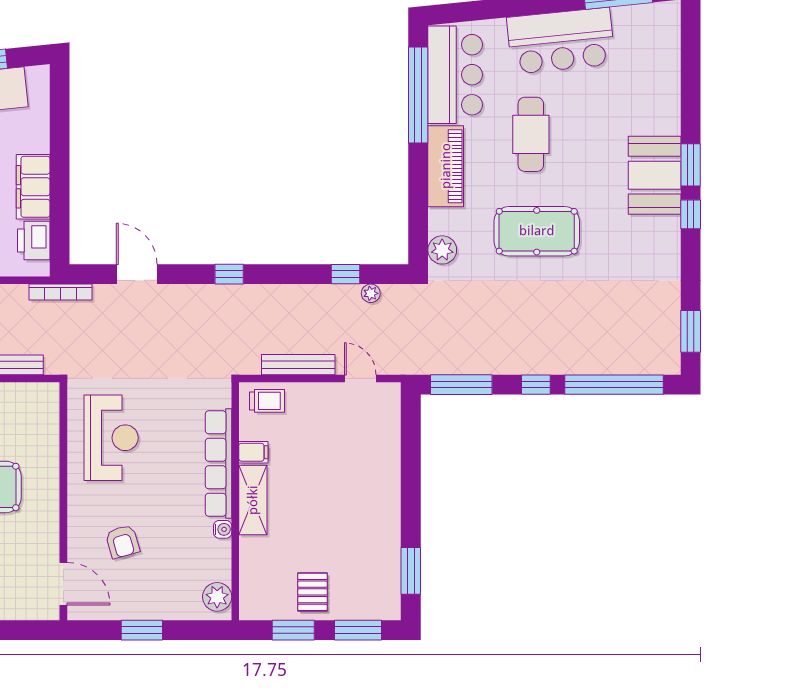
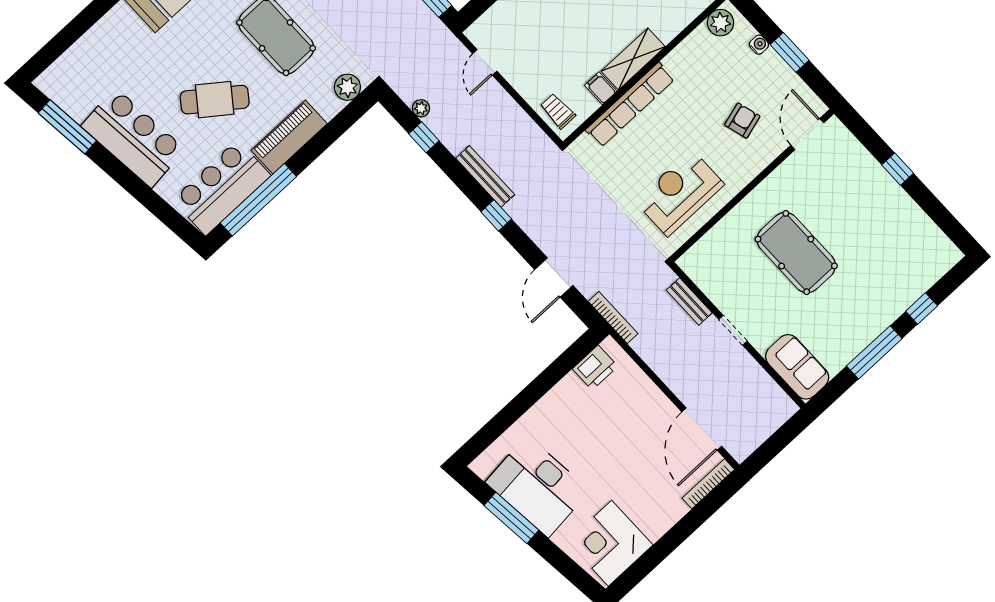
cafe table: (531, 134) -> (215, 100), turned 37
filing cabinet: (33, 187) -> (559, 401), removed
bench: (298, 365) -> (485, 176), moved
water cooler: (223, 529) -> (759, 45), moved, turned 90

